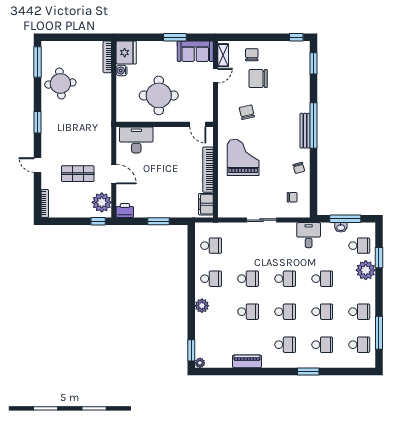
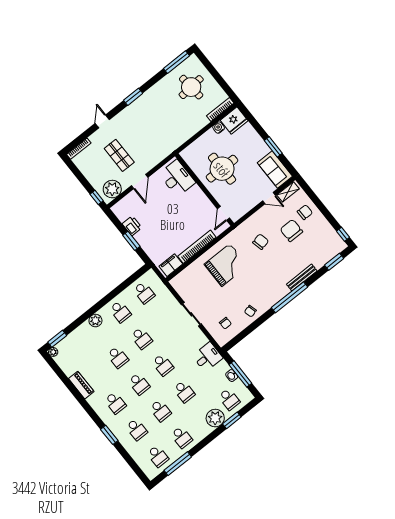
round table: (60, 84) -> (191, 87), moved
bench: (305, 131) -> (302, 278), moved
printer: (125, 211) -> (132, 226), moved

